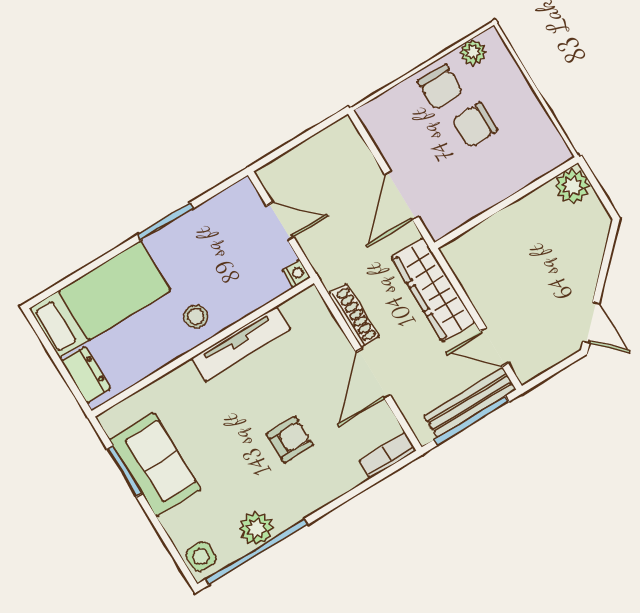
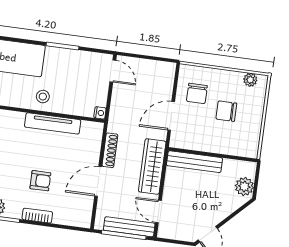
chair: (440, 87) -> (197, 93), moved
plant: (572, 186) -> (244, 187), moved
door: (280, 221) -> (113, 71), moved
bench: (488, 234) -> (194, 162), added
bookcase: (388, 455) -> (37, 216), moved

